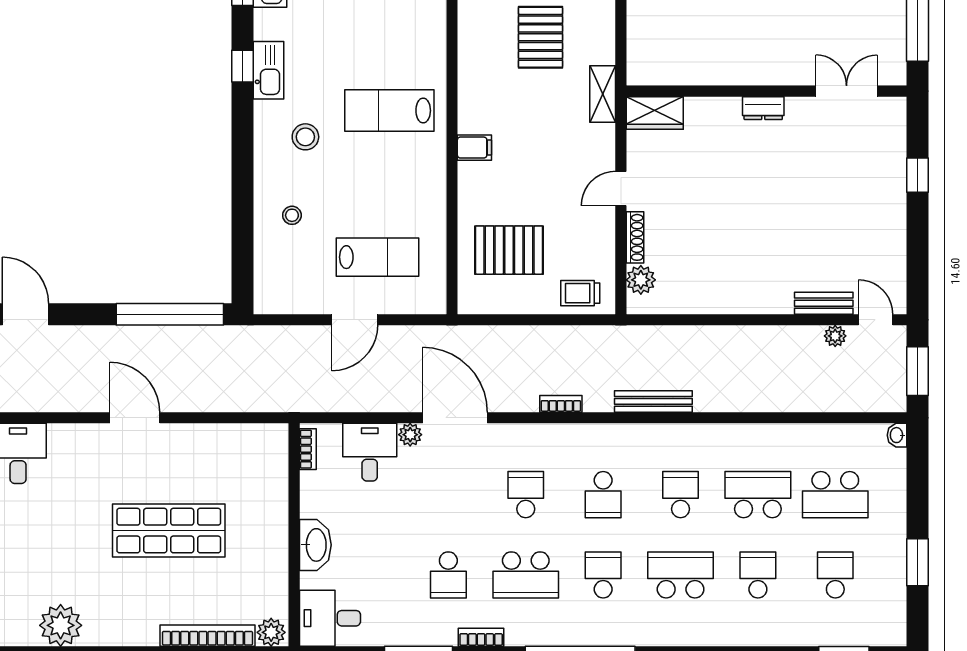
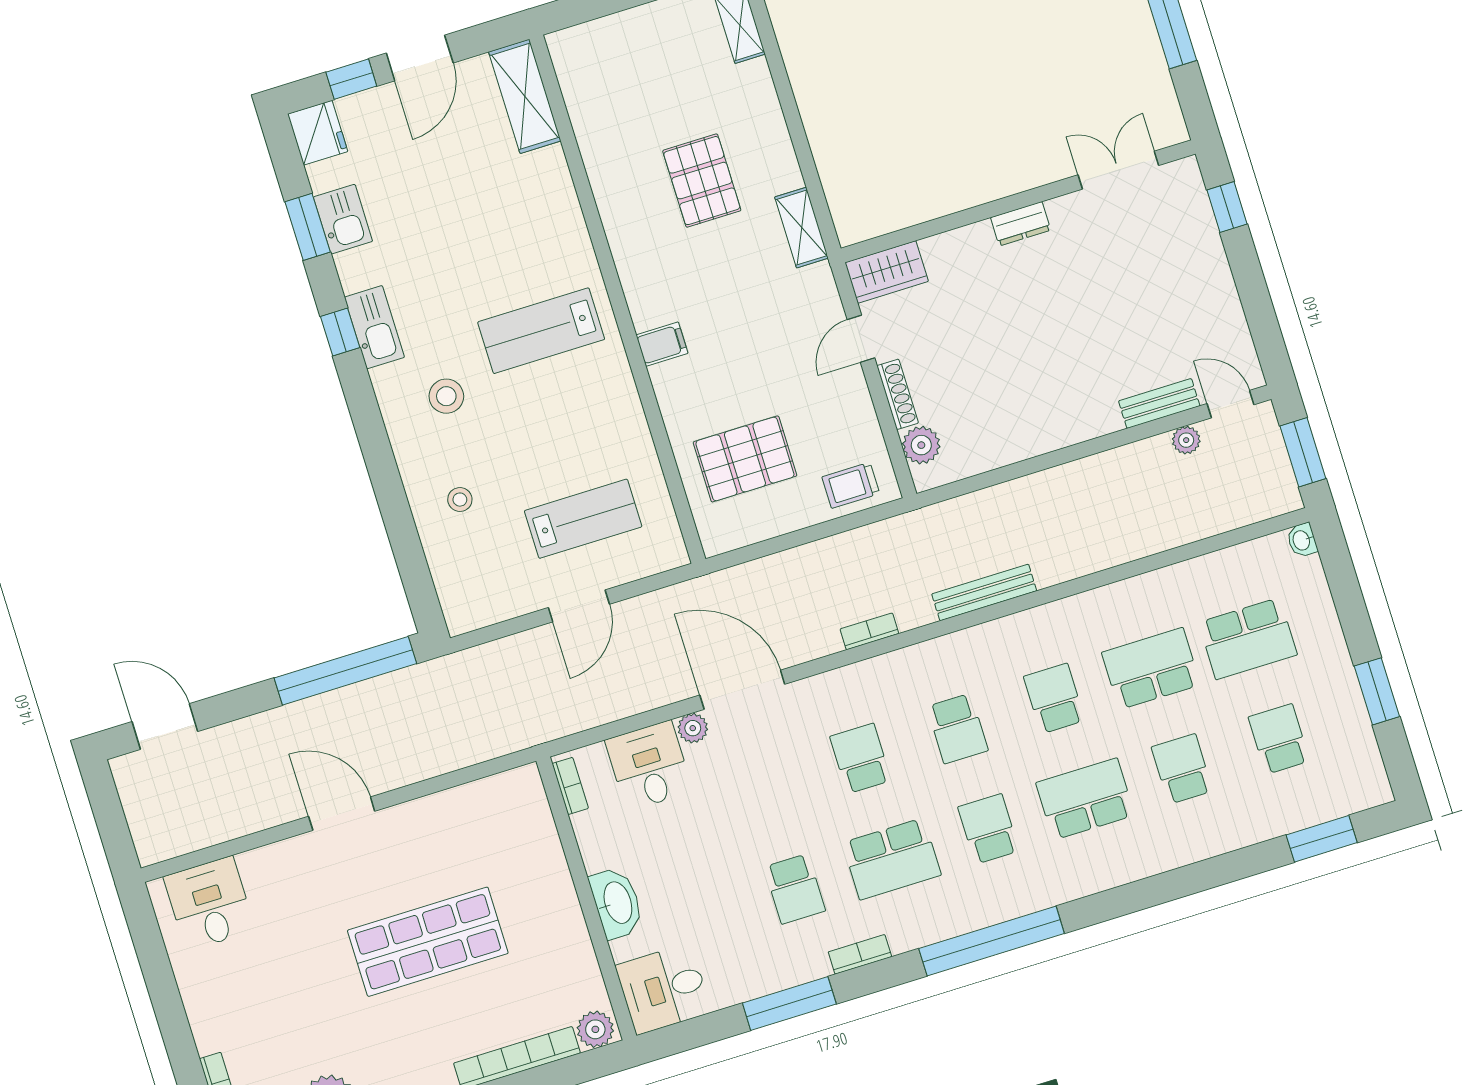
wall: (766, 91) -> (1018, 201), moved
double door: (847, 91) -> (1118, 170), moved
dresser: (763, 108) -> (1021, 224), moved
wardrobe: (655, 113) -> (887, 272), moved

